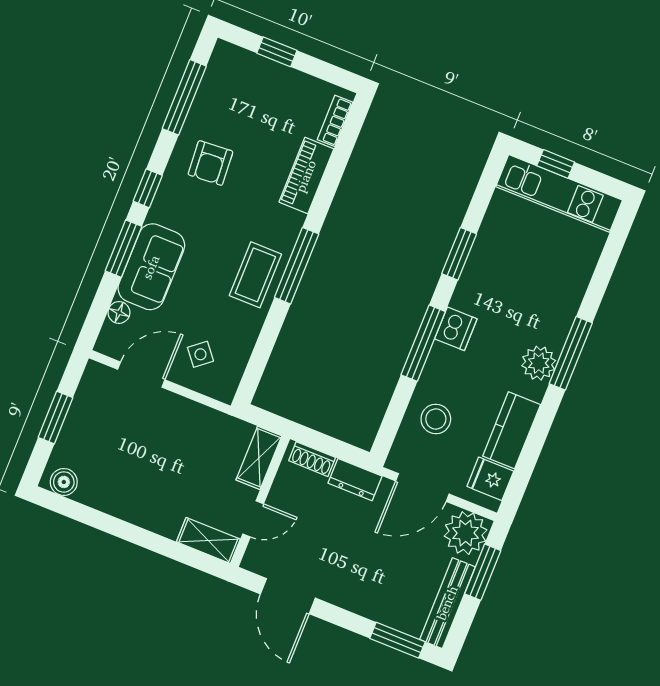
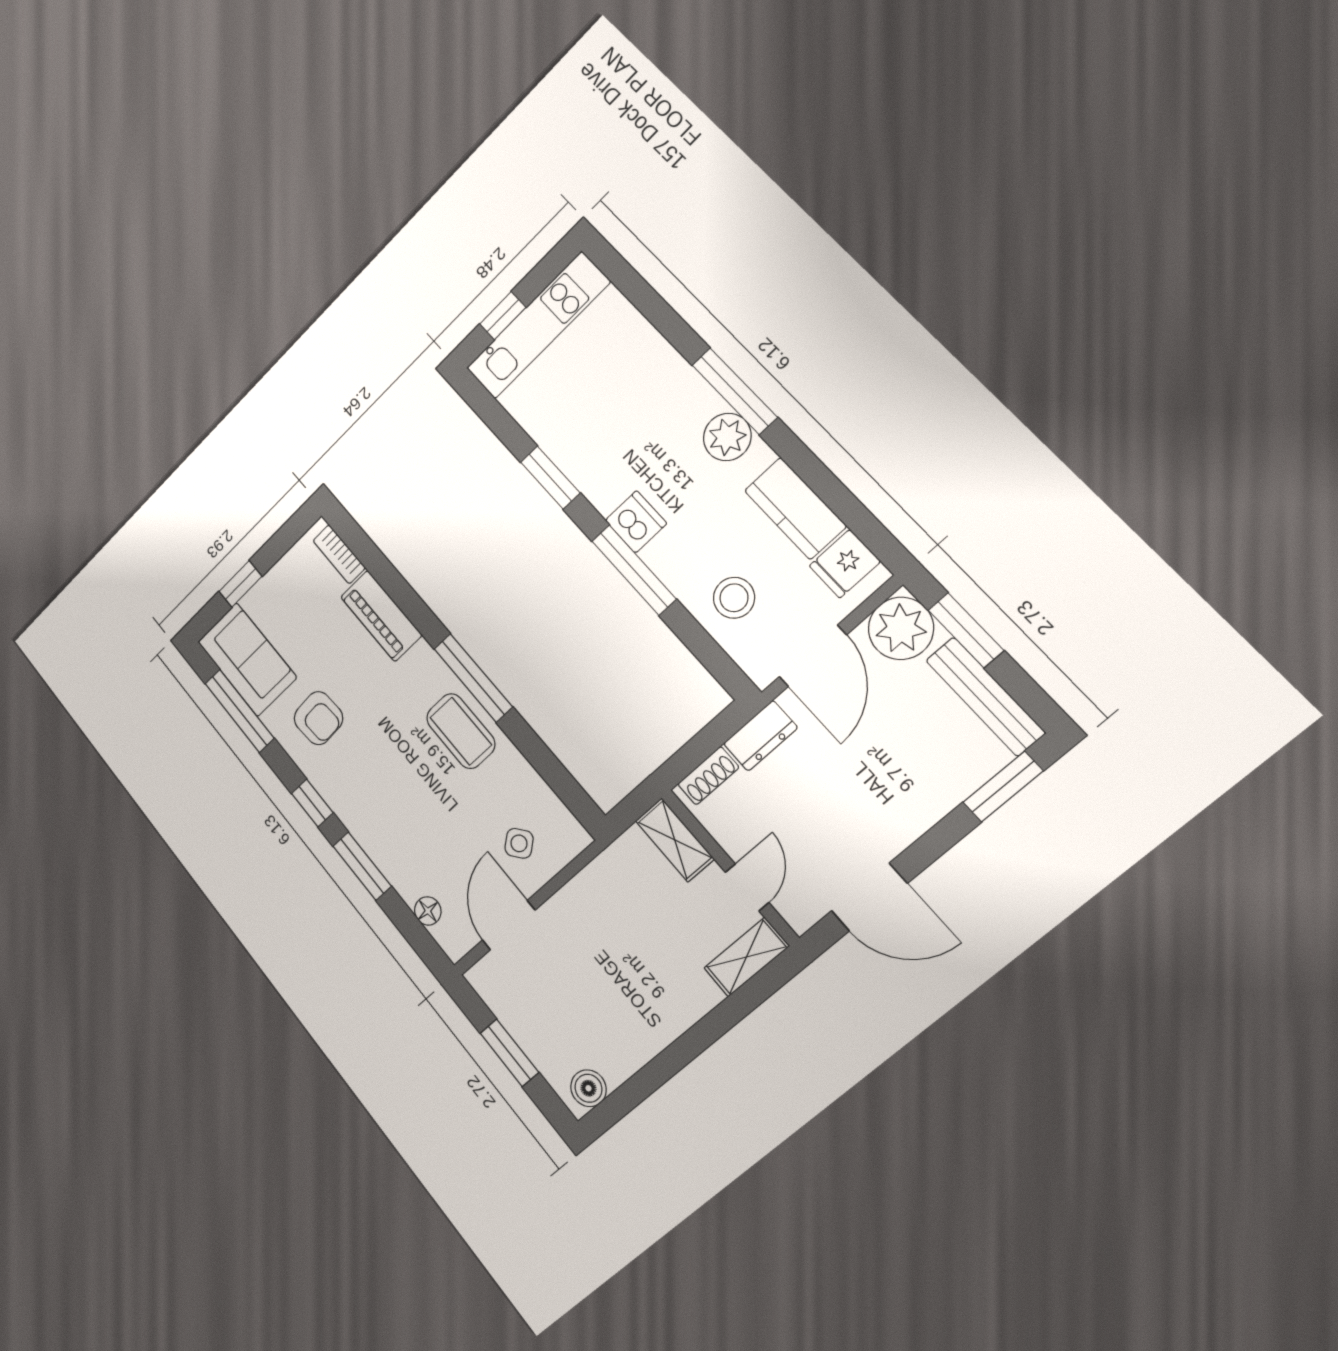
sofa: (151, 267) -> (247, 659), moved

